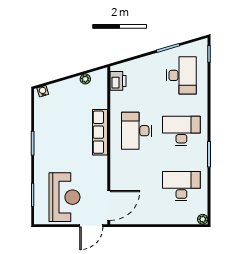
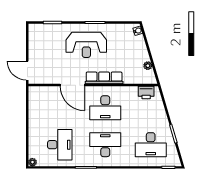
desk: (136, 131) -> (105, 108), turned 180
desk: (181, 131) -> (105, 145), turned -90
reception desk: (64, 197) -> (86, 45), moved
door: (109, 205) -> (72, 85), moved

